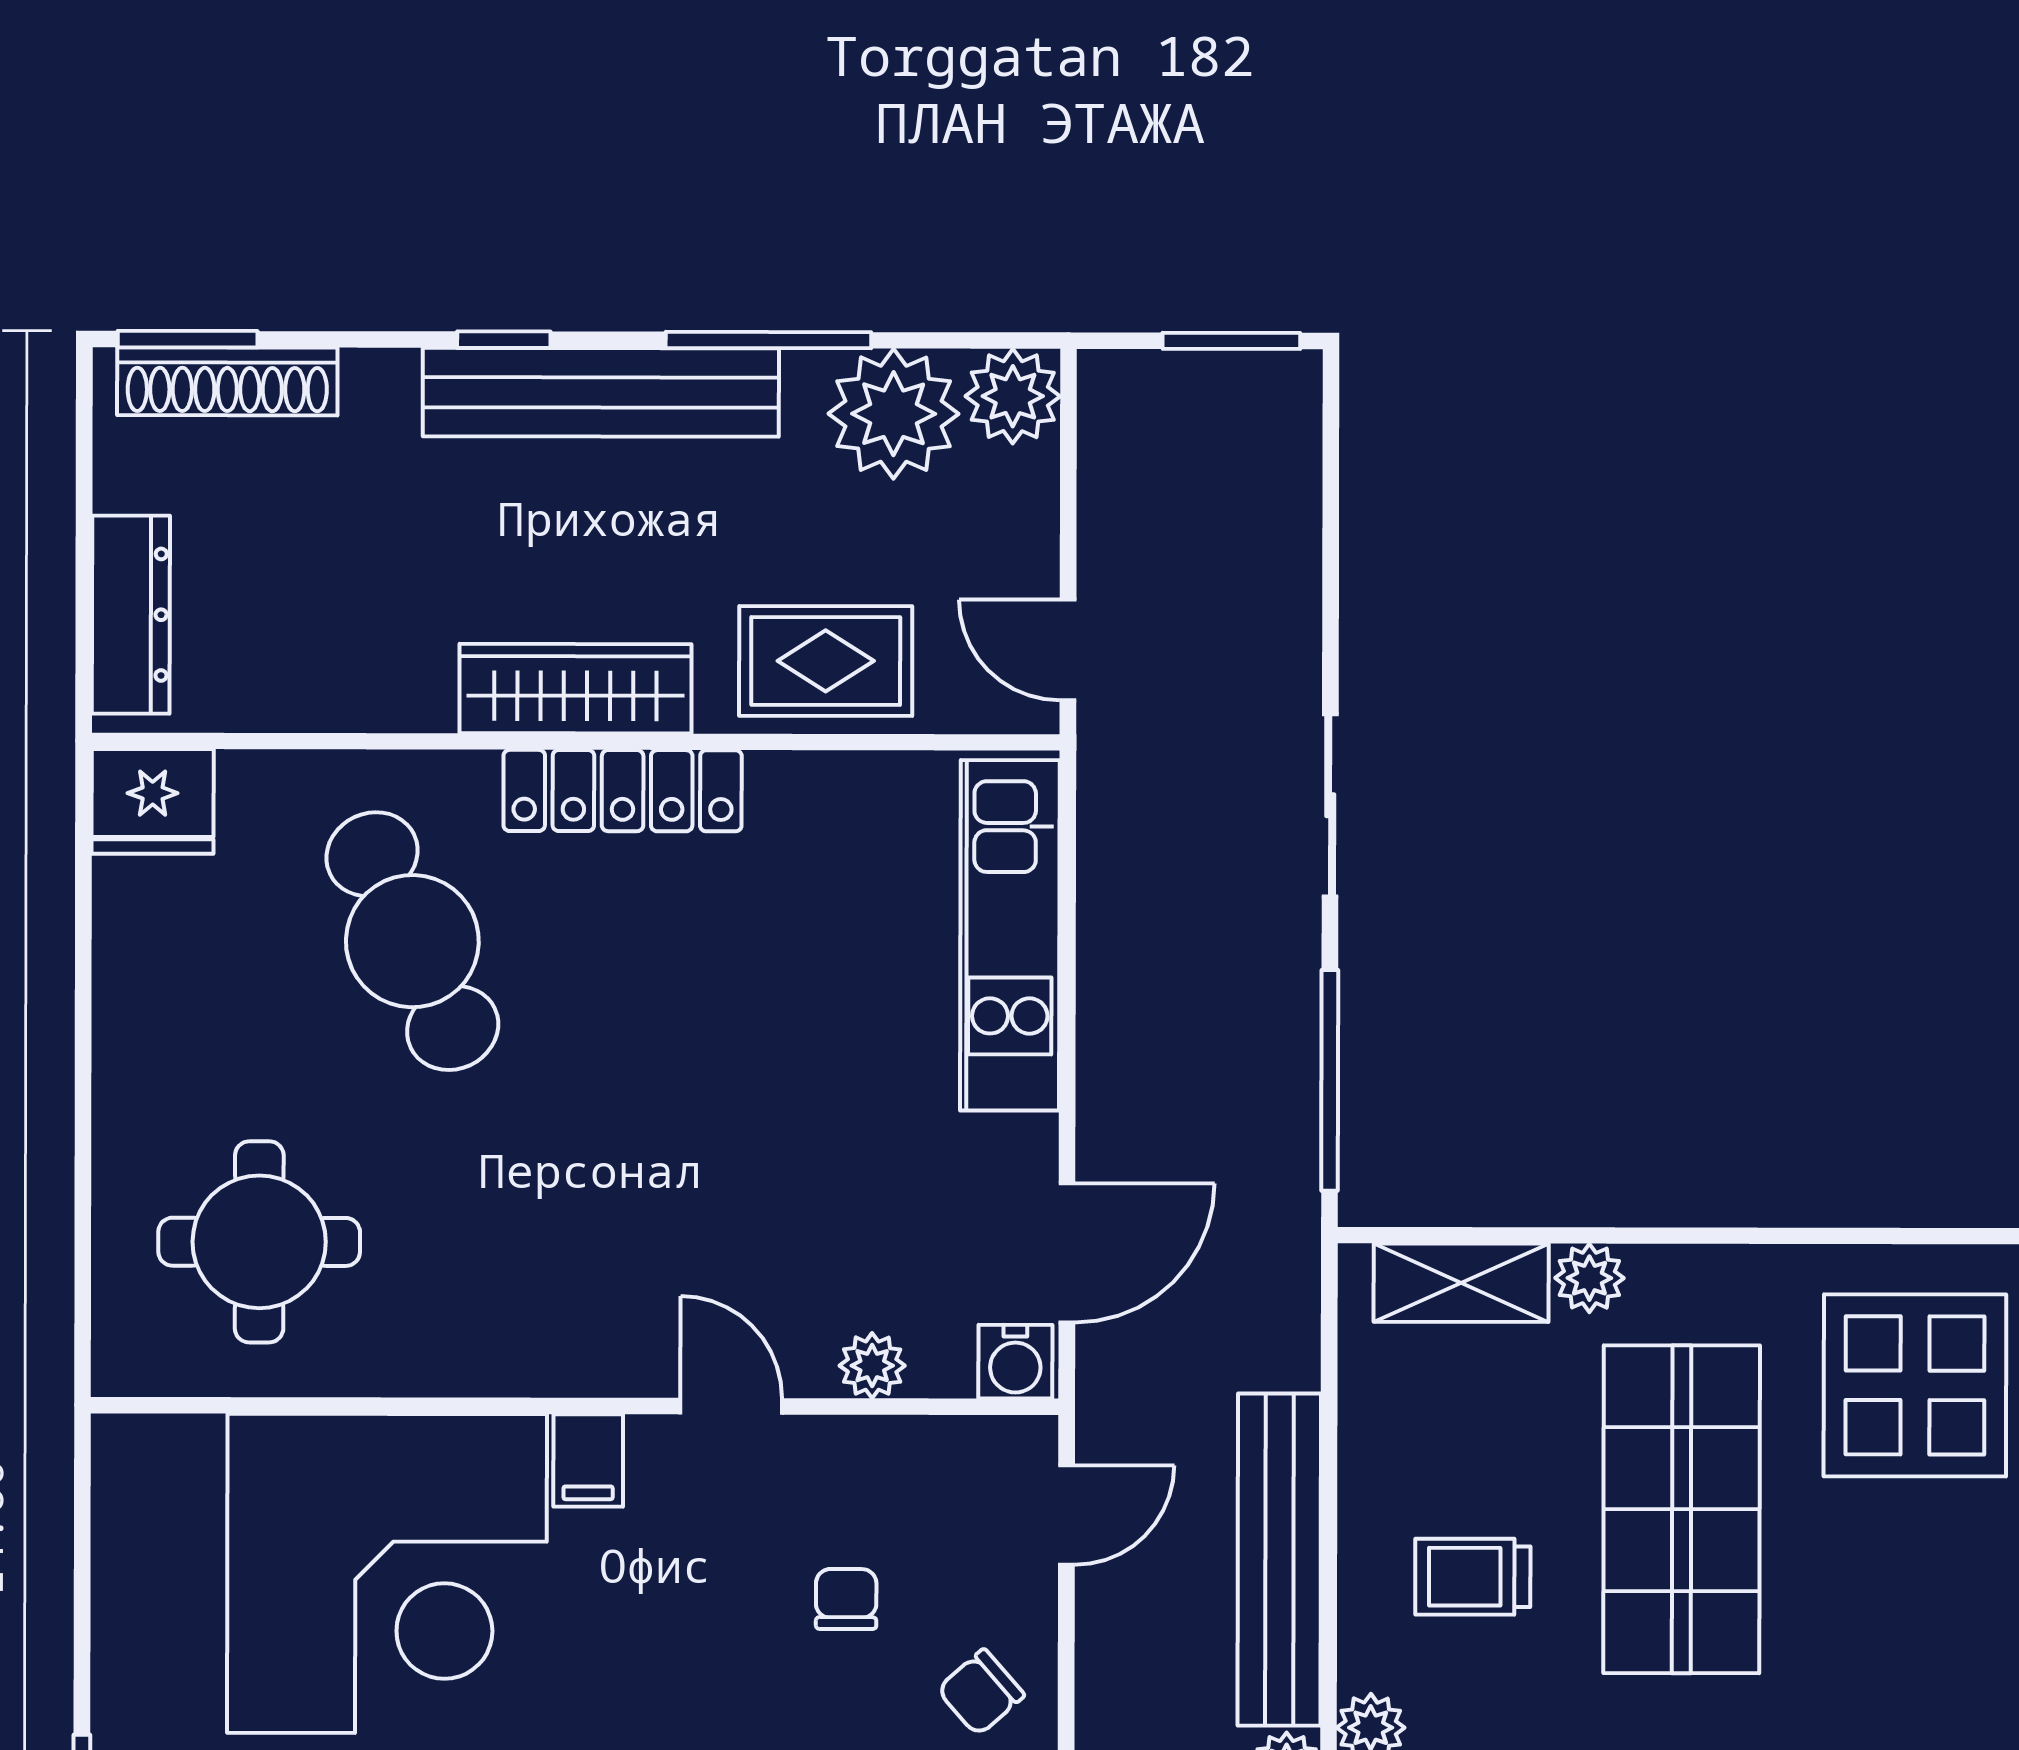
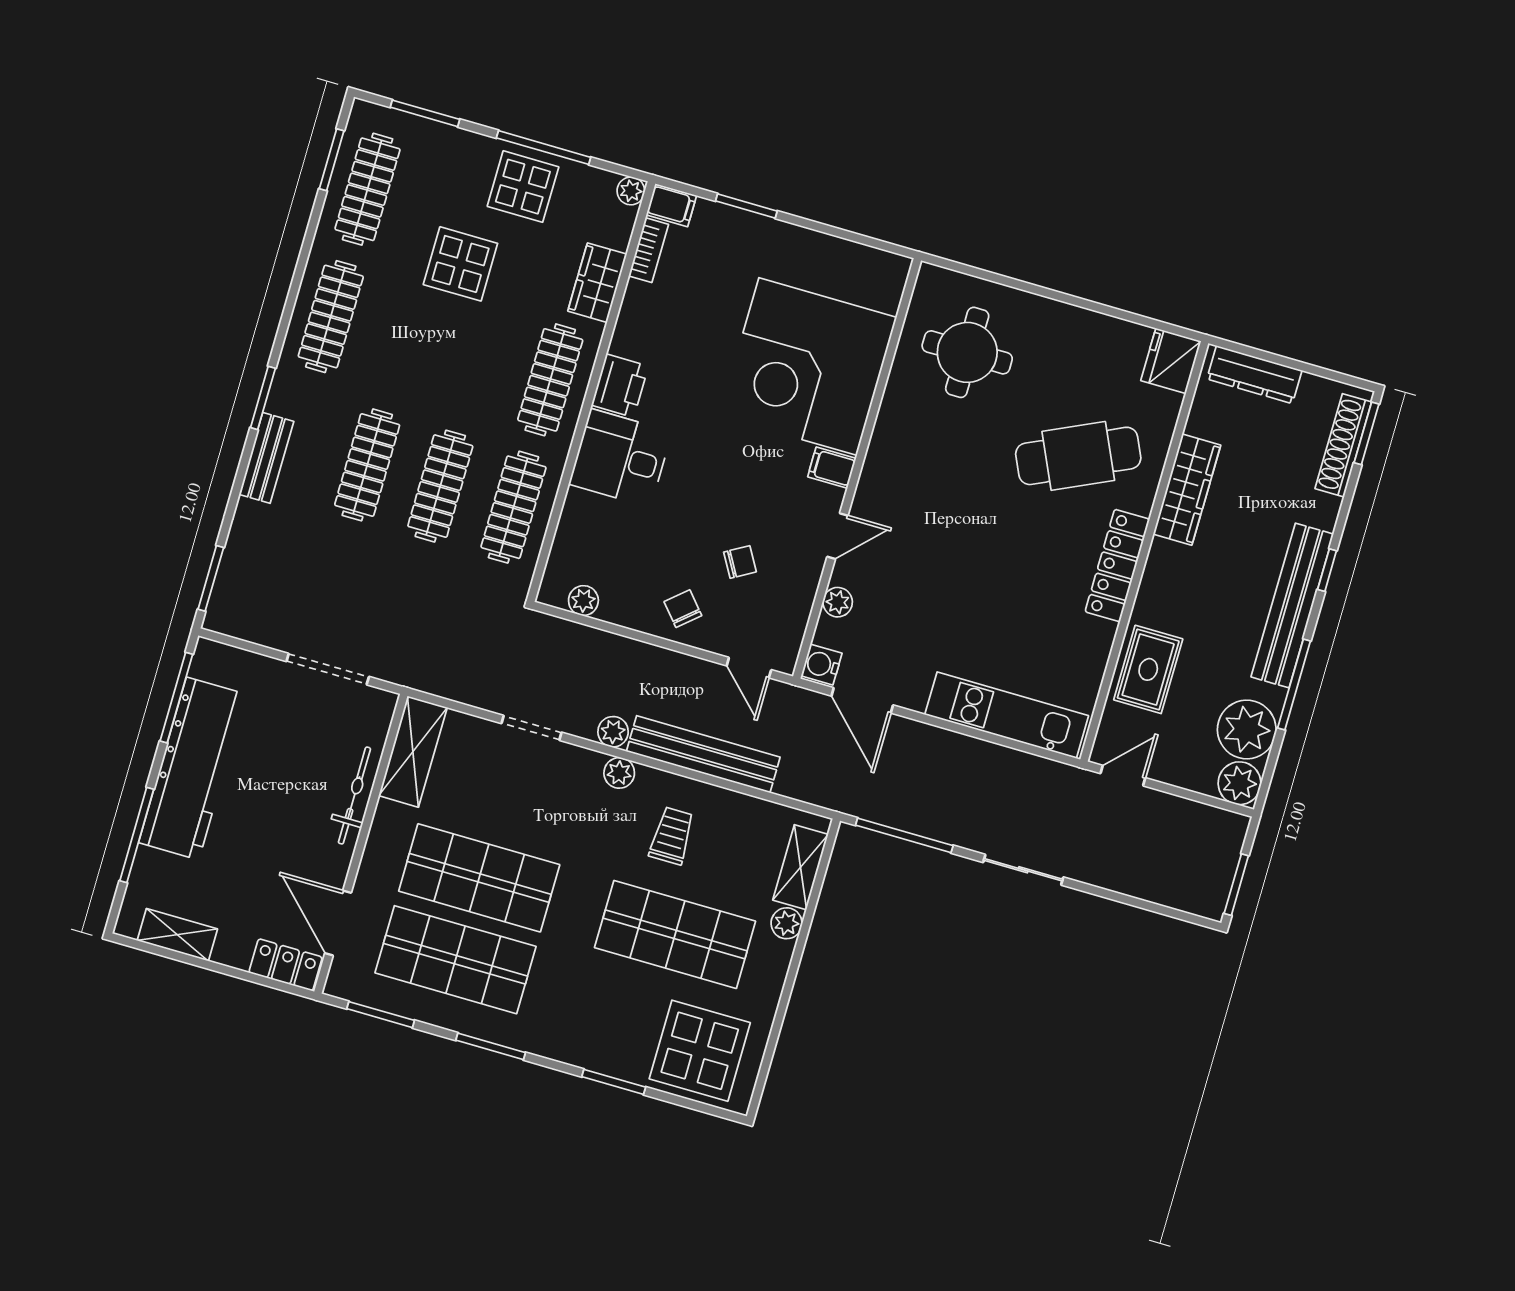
wardrobe: (575, 689) -> (1187, 490), moved
chair: (846, 1599) -> (740, 562), turned -30

